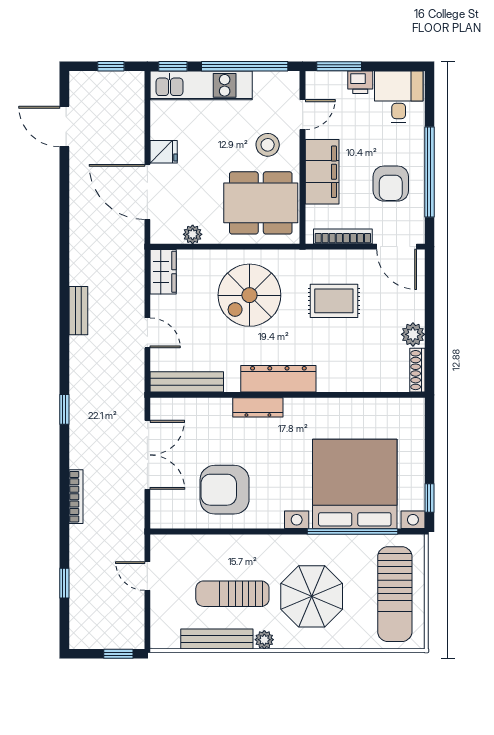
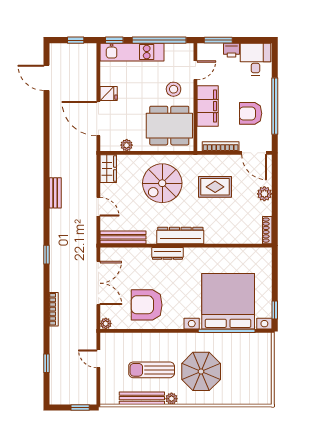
armchair: (391, 184) -> (251, 113), turned 90
plant: (413, 334) -> (264, 194), moved
plant: (159, 520) -> (106, 324), added
sun lounger: (395, 594) -> (253, 370), removed

